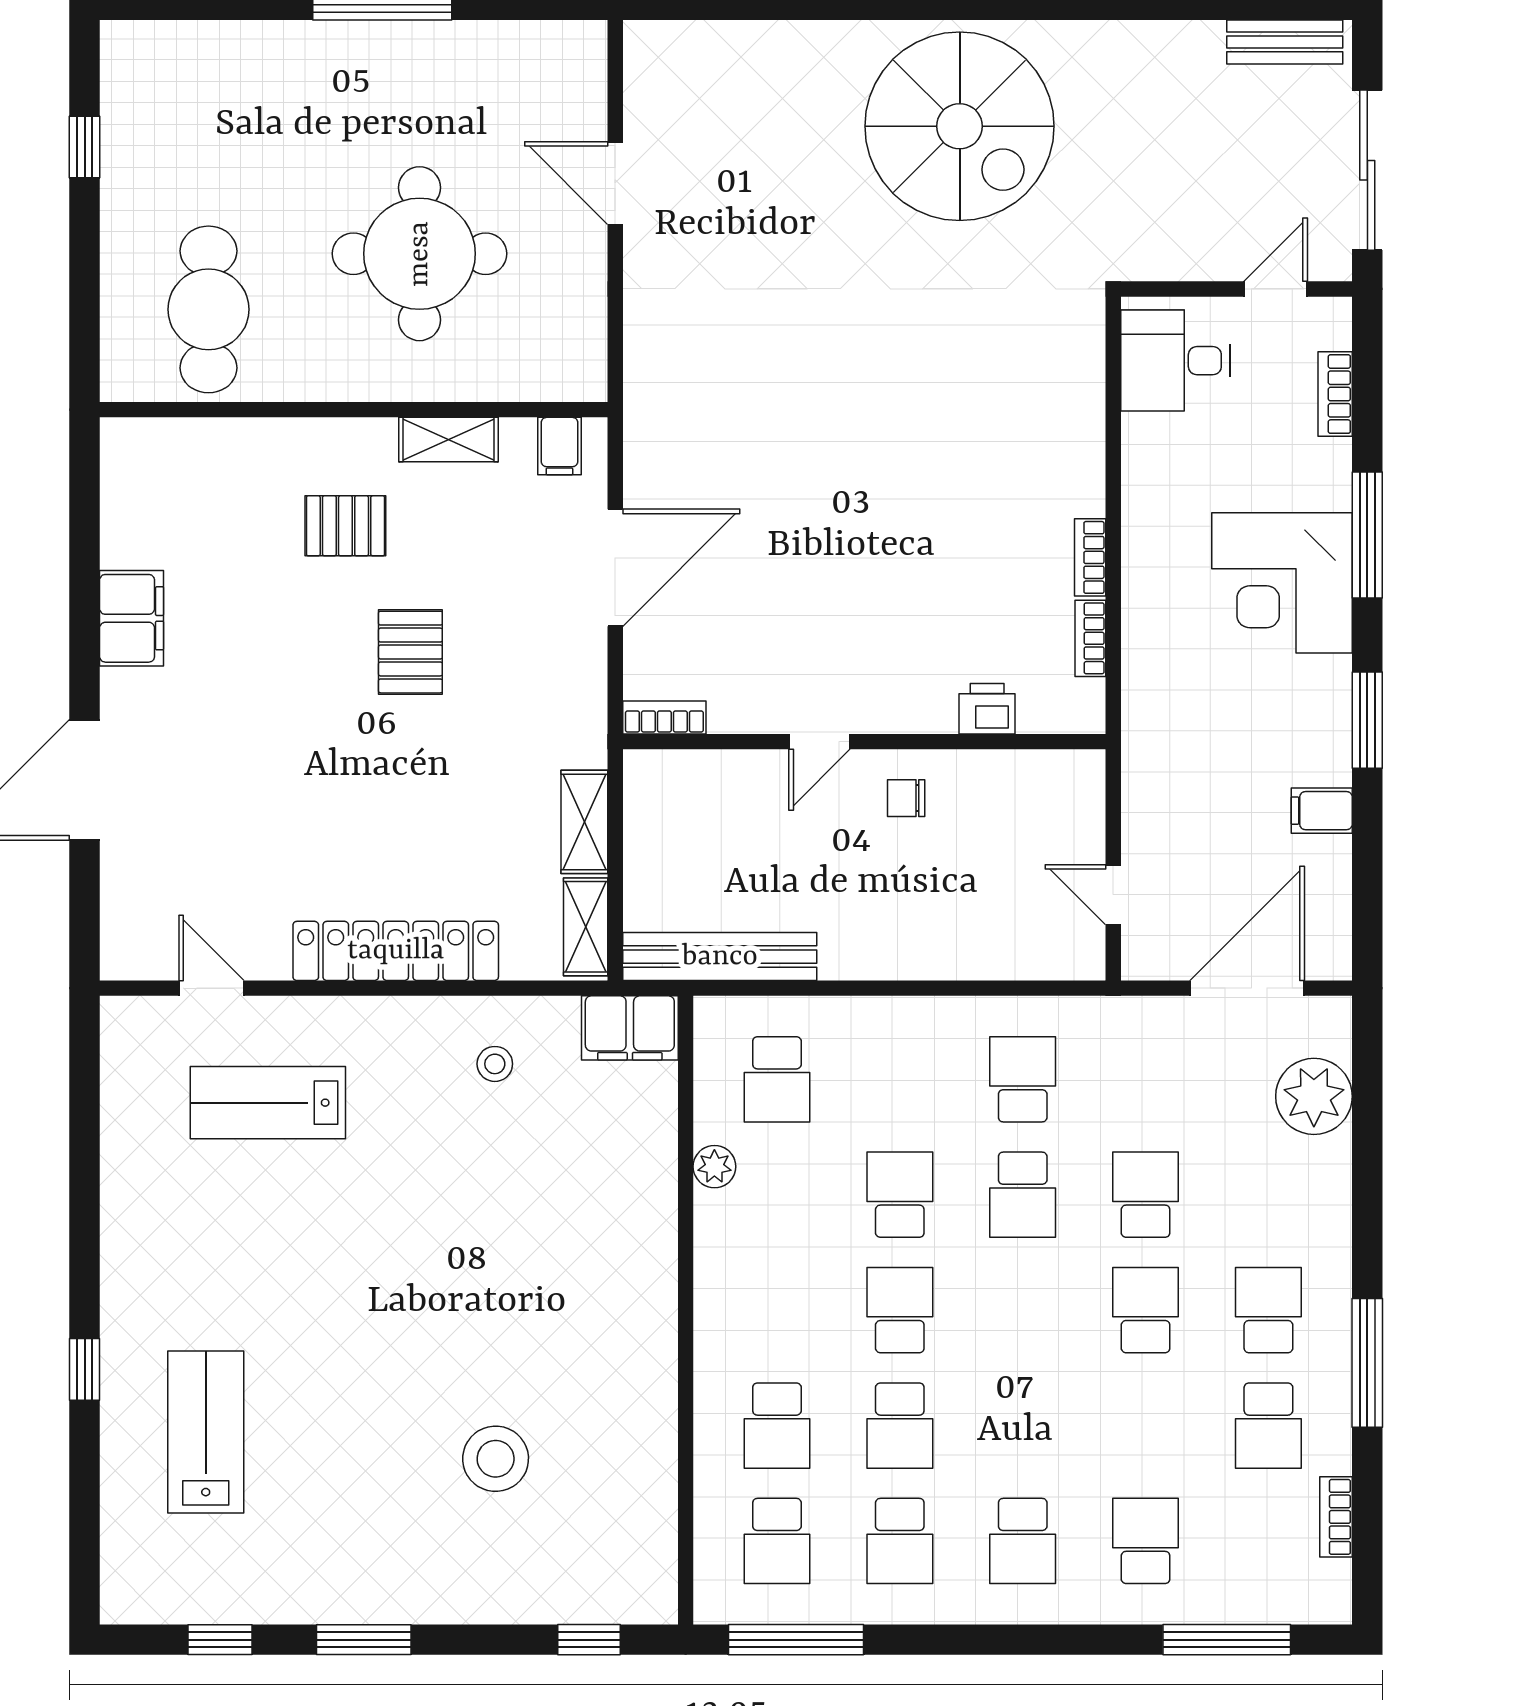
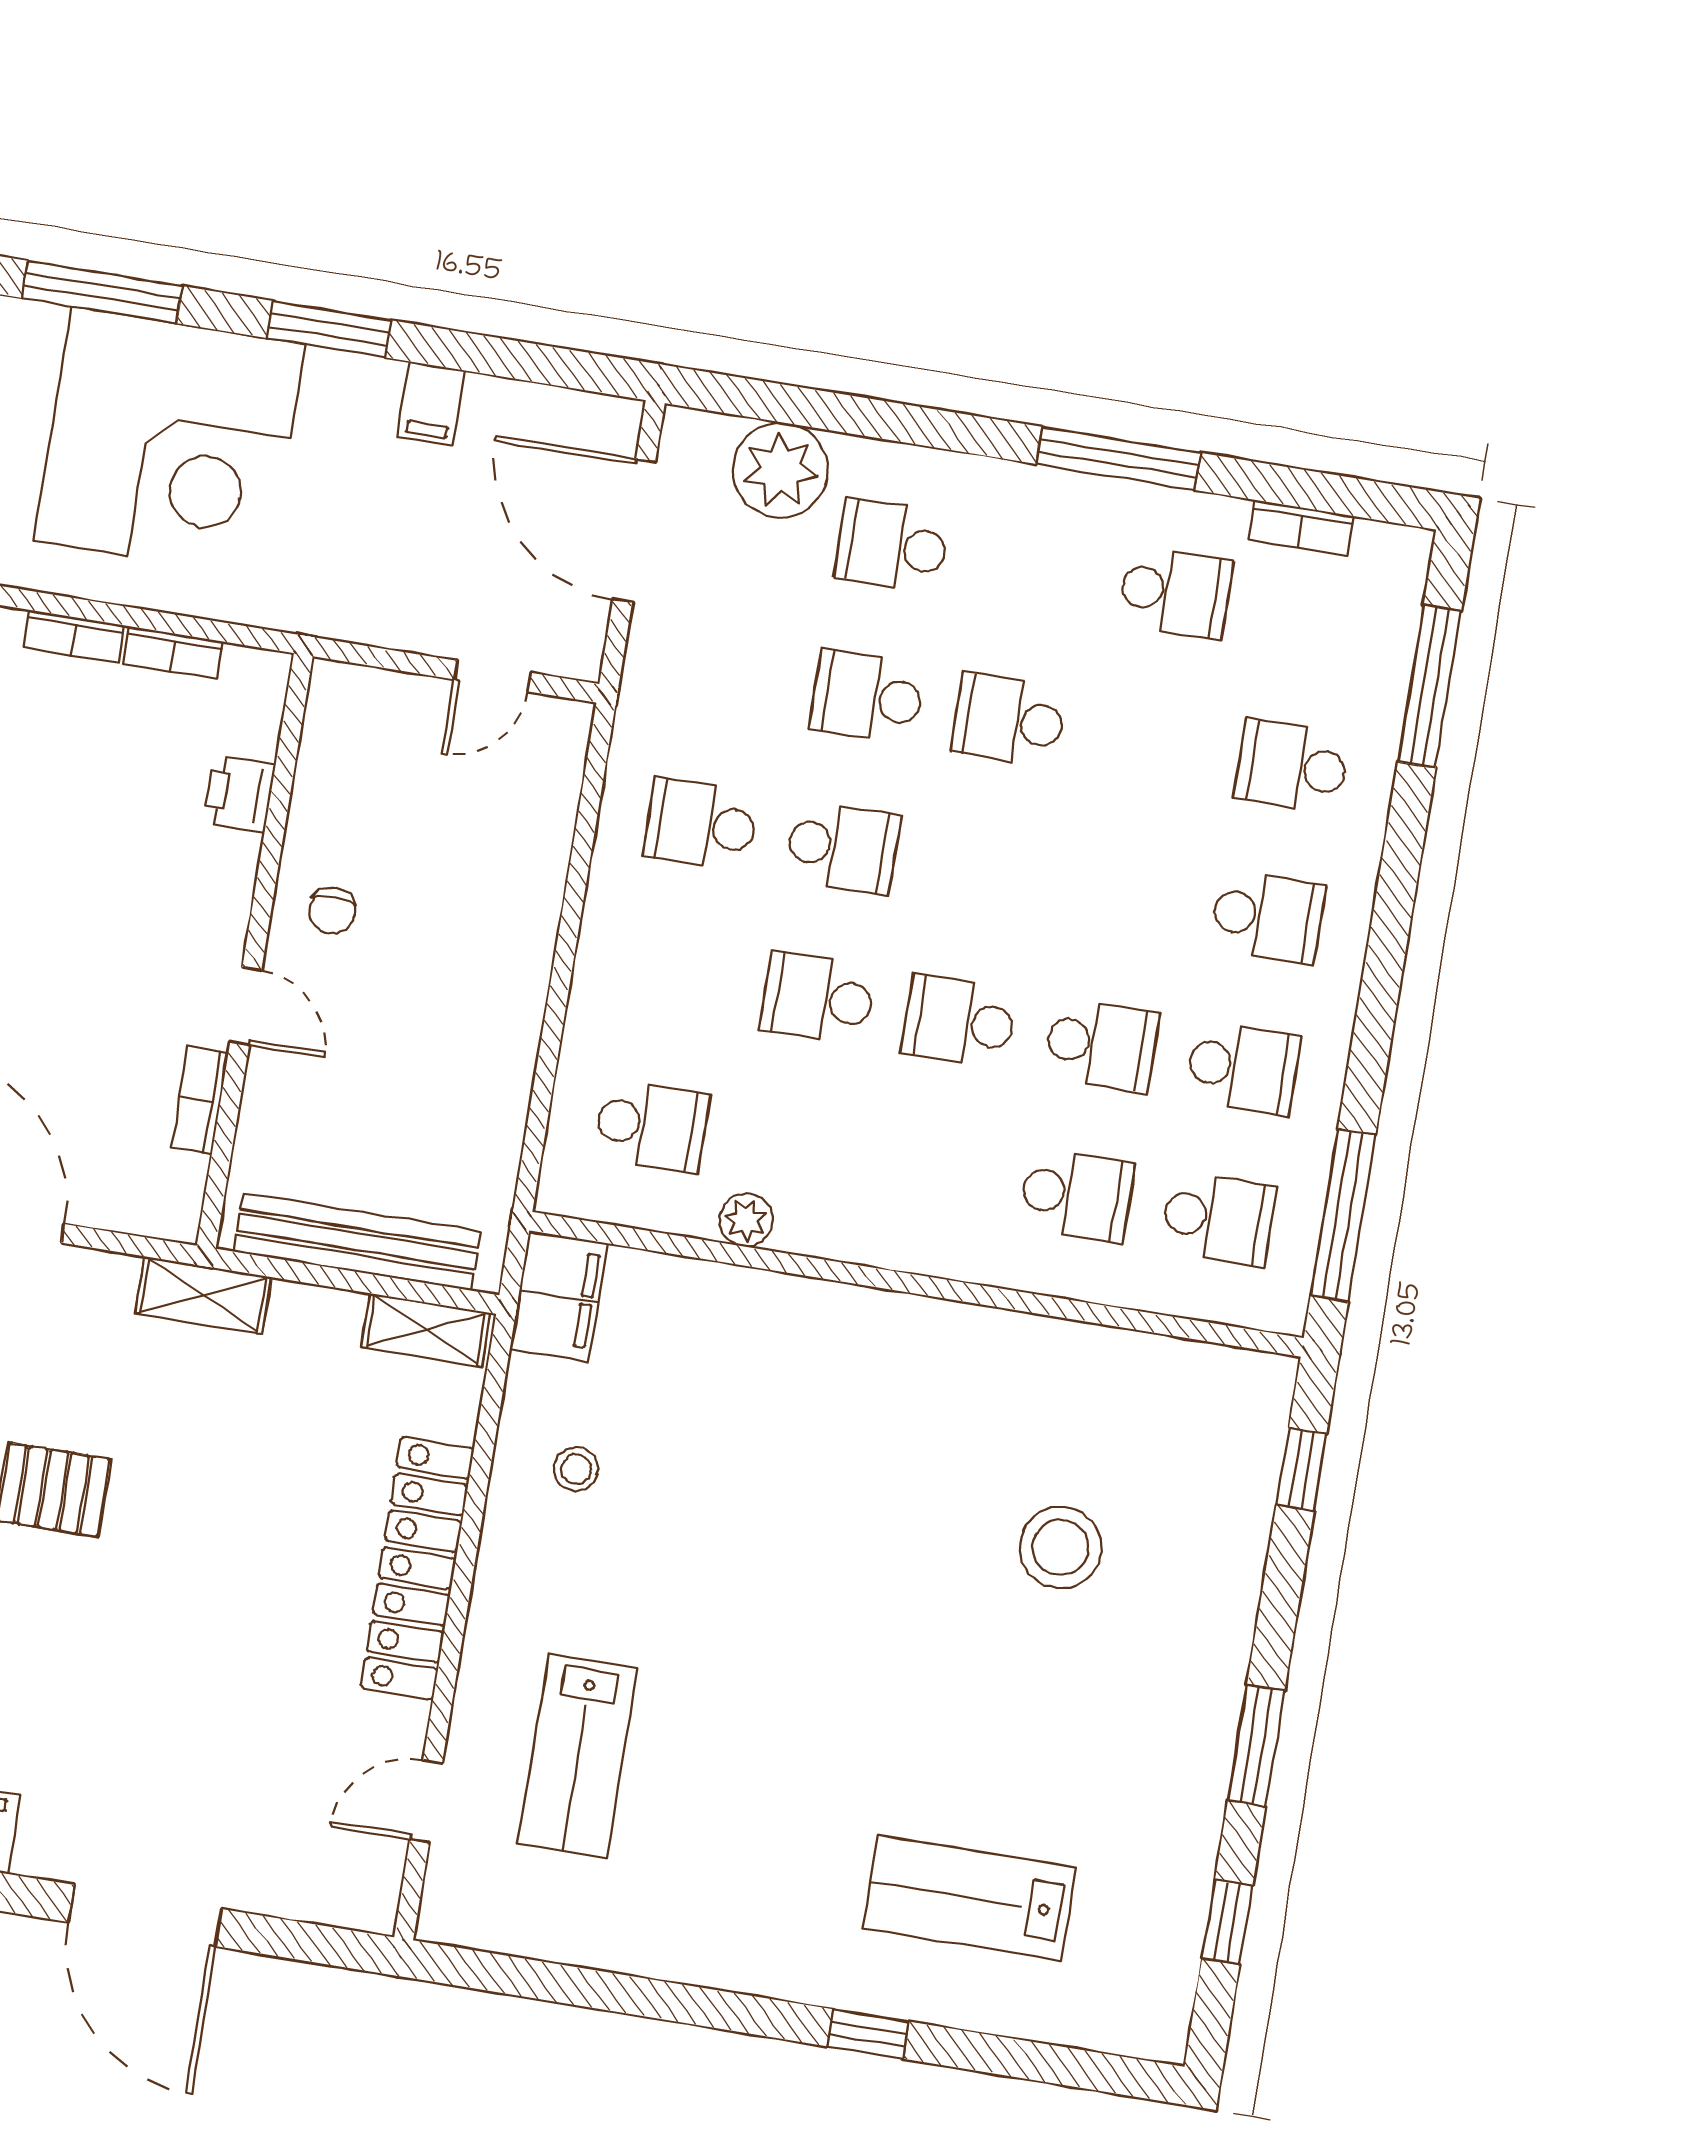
corner desk: (1282, 583) -> (170, 442), width x1.36, depth x1.36
bookcase: (664, 718) -> (200, 1100), moved
shelving: (584, 822) -> (203, 1295), moved
bench: (720, 957) -> (357, 1242), moved, turned 90
school desk: (1268, 1310) -> (892, 546), moved

